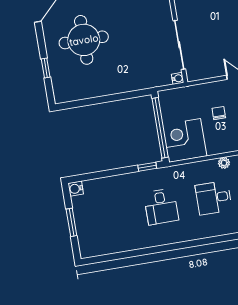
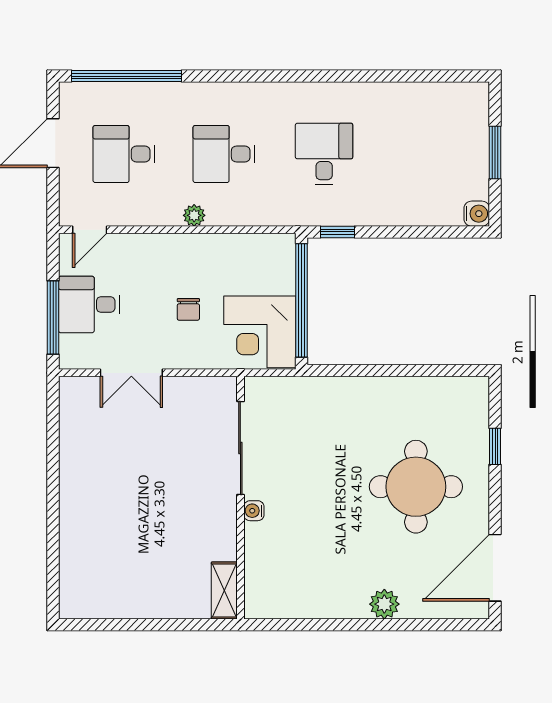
water cooler: (178, 78) -> (254, 511), moved
corner desk: (185, 140) -> (260, 332), moved, turned 90
desk: (214, 198) -> (224, 154), turned 180

